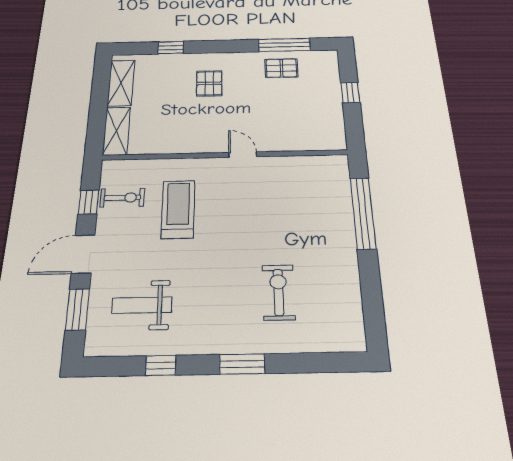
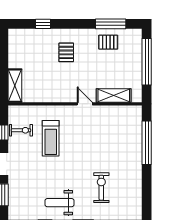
shelving: (121, 83) -> (114, 95), moved, turned 90
window: (350, 93) -> (147, 62), width x3.17
treadmill: (178, 209) -> (51, 138), turned 180
weight bench: (142, 305) -> (59, 203), moved

